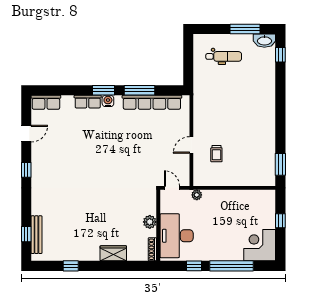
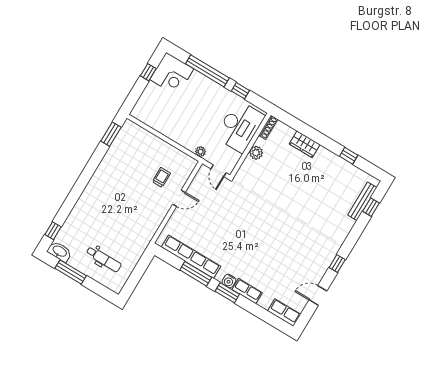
dental chair: (224, 56) -> (104, 259), turned 180
window: (280, 221) -> (148, 72), moved

